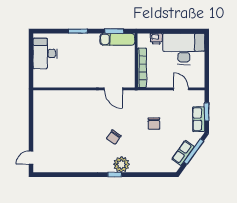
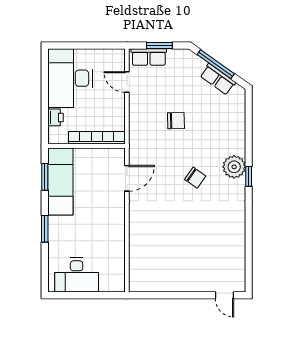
exam couch: (117, 39) -> (60, 181), width x1.36, depth x1.45
door: (181, 89) -> (127, 82), hinge flipped
row of seats: (199, 119) -> (149, 57), moved

